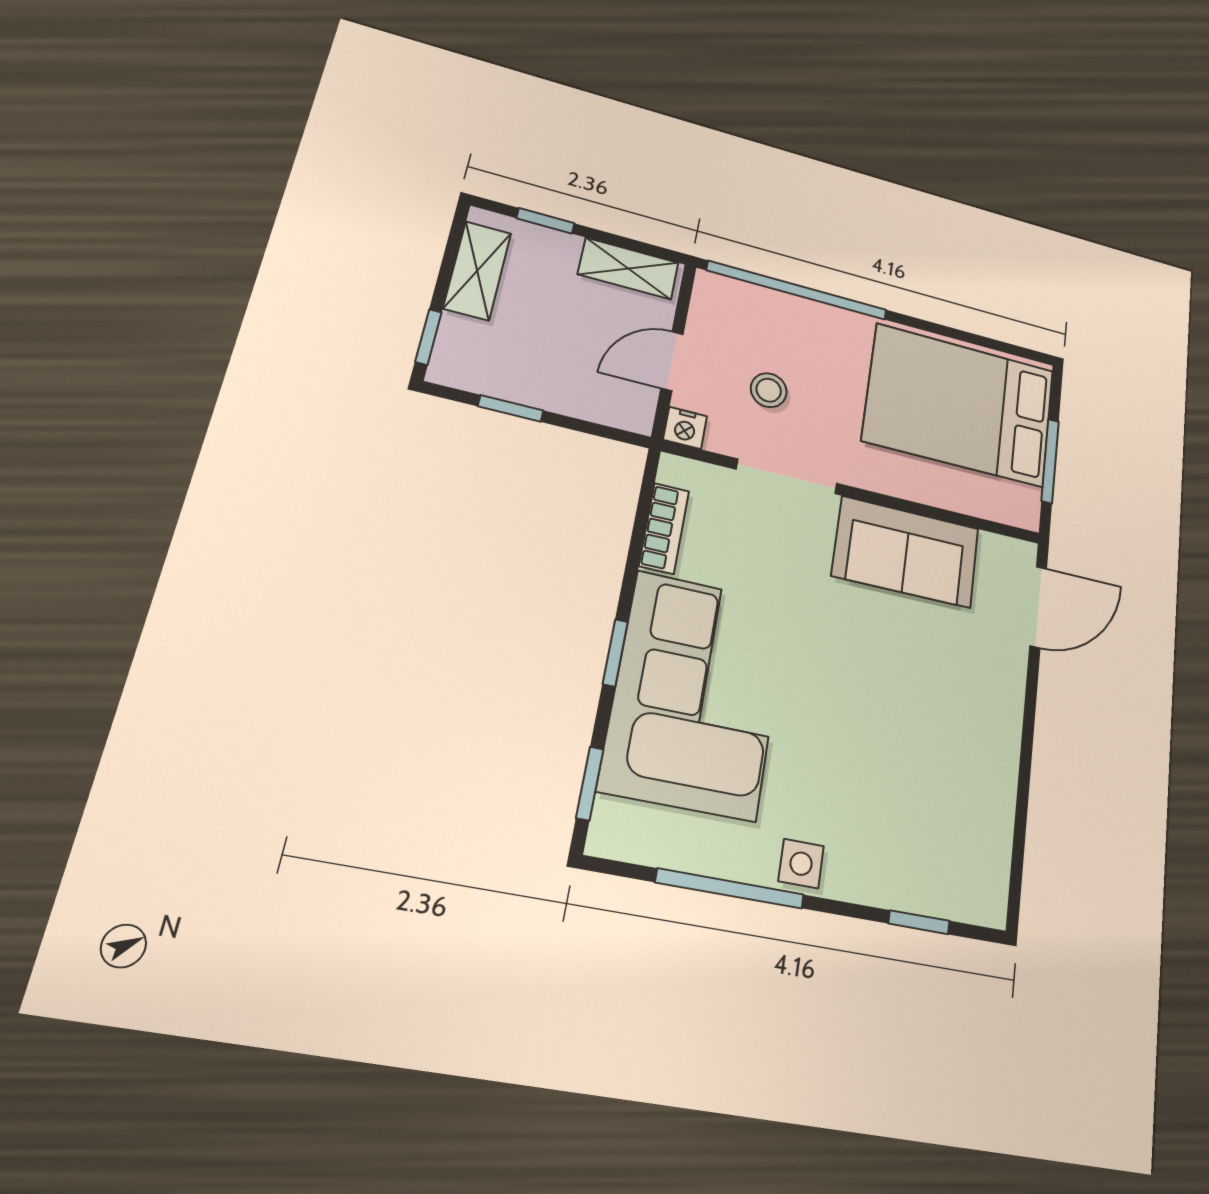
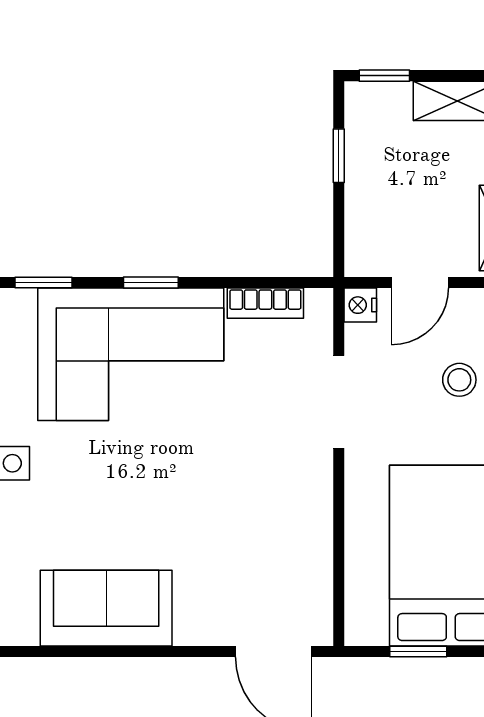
door: (672, 361) -> (420, 283), swing flipped
stool: (769, 390) -> (459, 380), moved
window: (1050, 461) -> (418, 651), width x0.67
sofa: (906, 552) -> (106, 608), moved, turned 90

